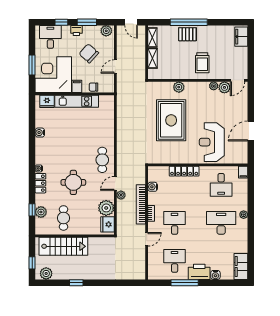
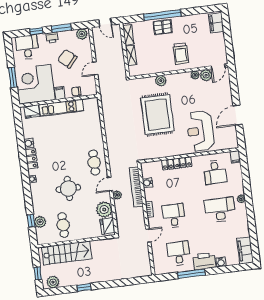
locker: (40, 183) -> (31, 159), moved
bookcase: (141, 204) -> (136, 187), moved

